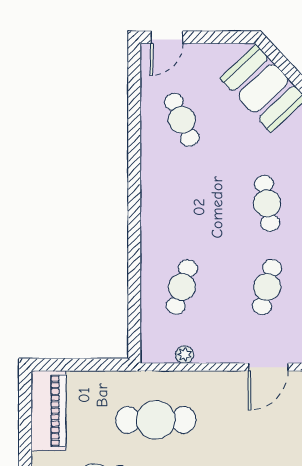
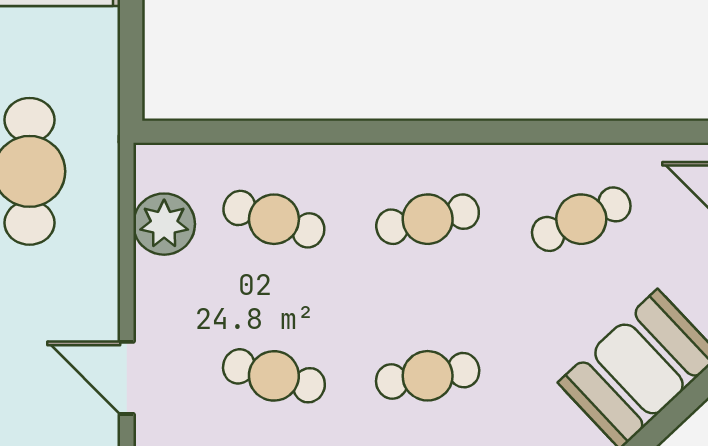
cafe table: (182, 203) -> (428, 219), added
plant: (184, 355) -> (164, 224), width x1.88, depth x1.88

